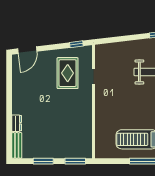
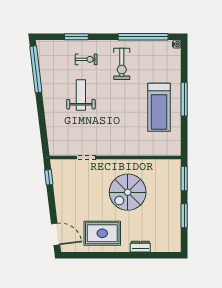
rug: (68, 73) -> (102, 233), moved
spiral stairs: (64, 112) -> (128, 192), added
bench: (17, 145) -> (166, 246), removed

